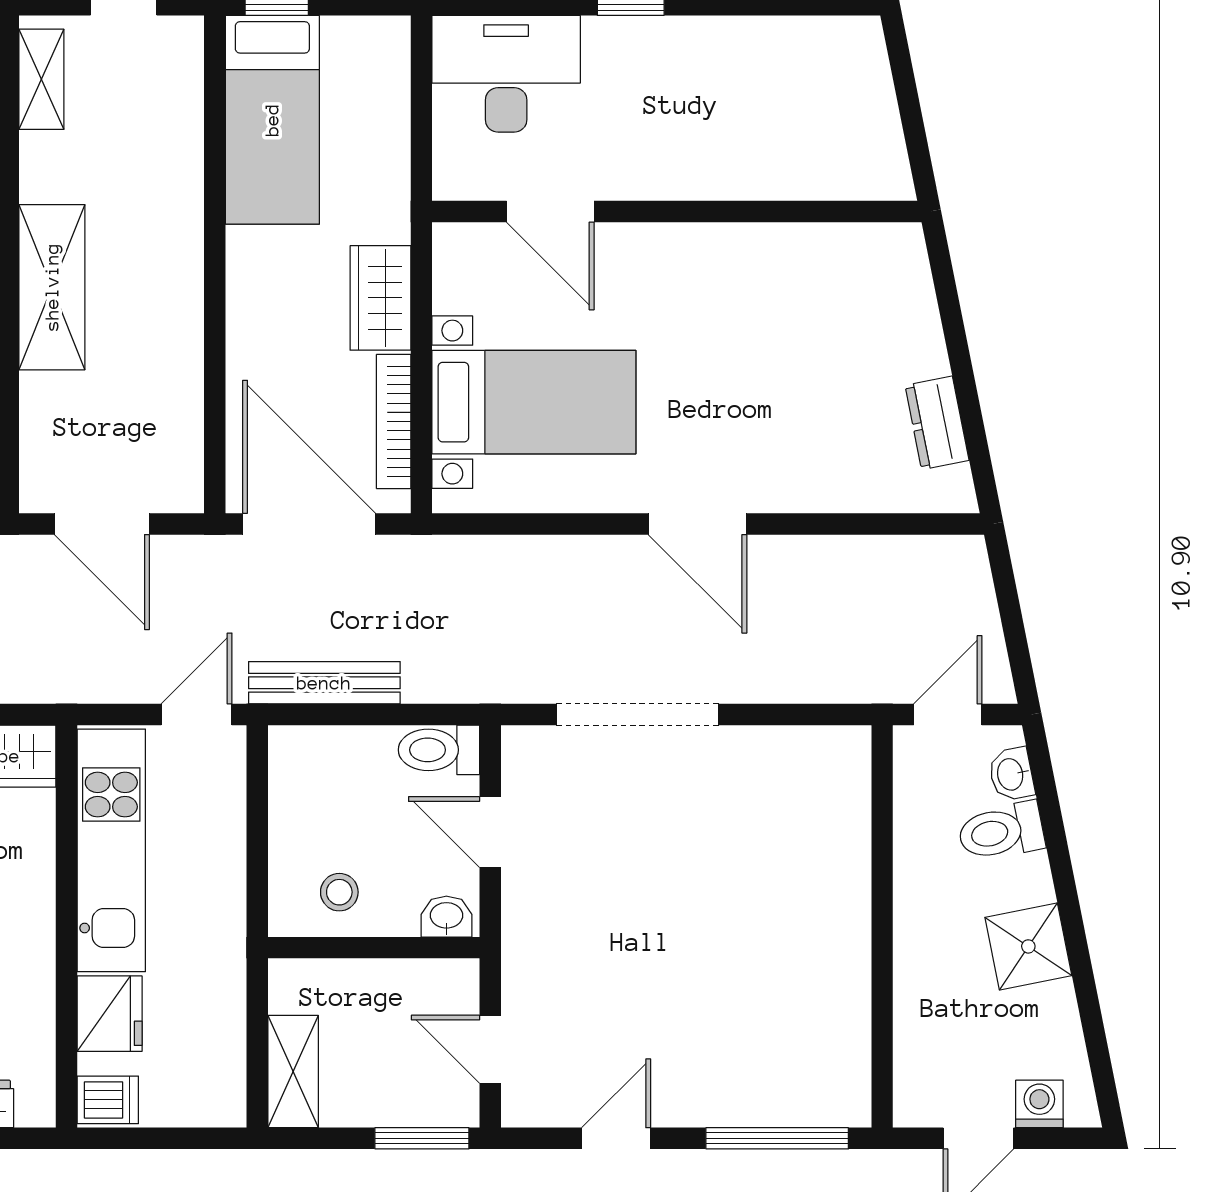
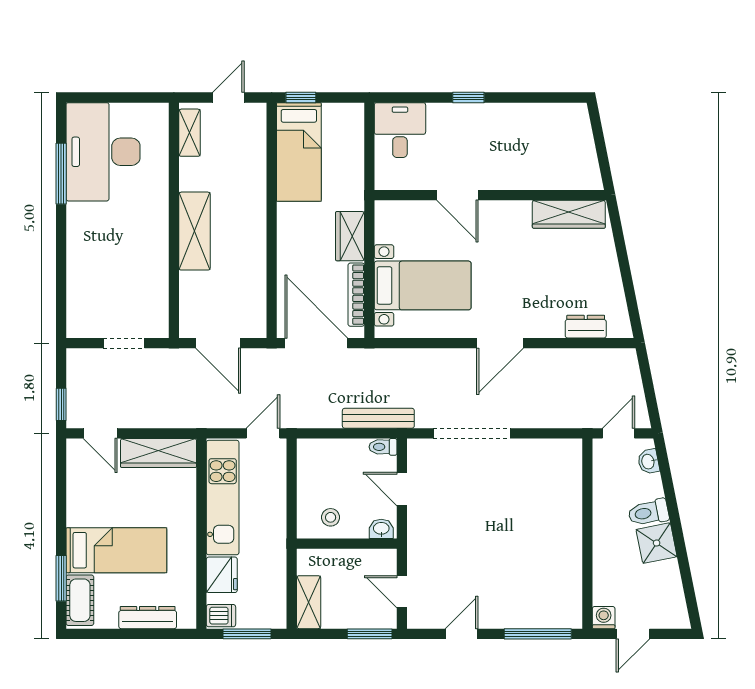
desk: (506, 74) -> (400, 130), width x0.73
door: (550, 211) -> (457, 195), moved
wardrobe: (843, 252) -> (569, 214), added
dresser: (937, 423) -> (586, 327), moved, turned 101
door: (697, 524) -> (500, 343), hinge flipped
bench: (324, 683) -> (378, 418), moved
toilet: (439, 750) -> (383, 447), width x0.73, depth x0.72
toilet: (1001, 831) -> (648, 513), moved
washing machine: (1039, 1104) -> (604, 618), moved
window: (163, 1138) -> (247, 634), added

